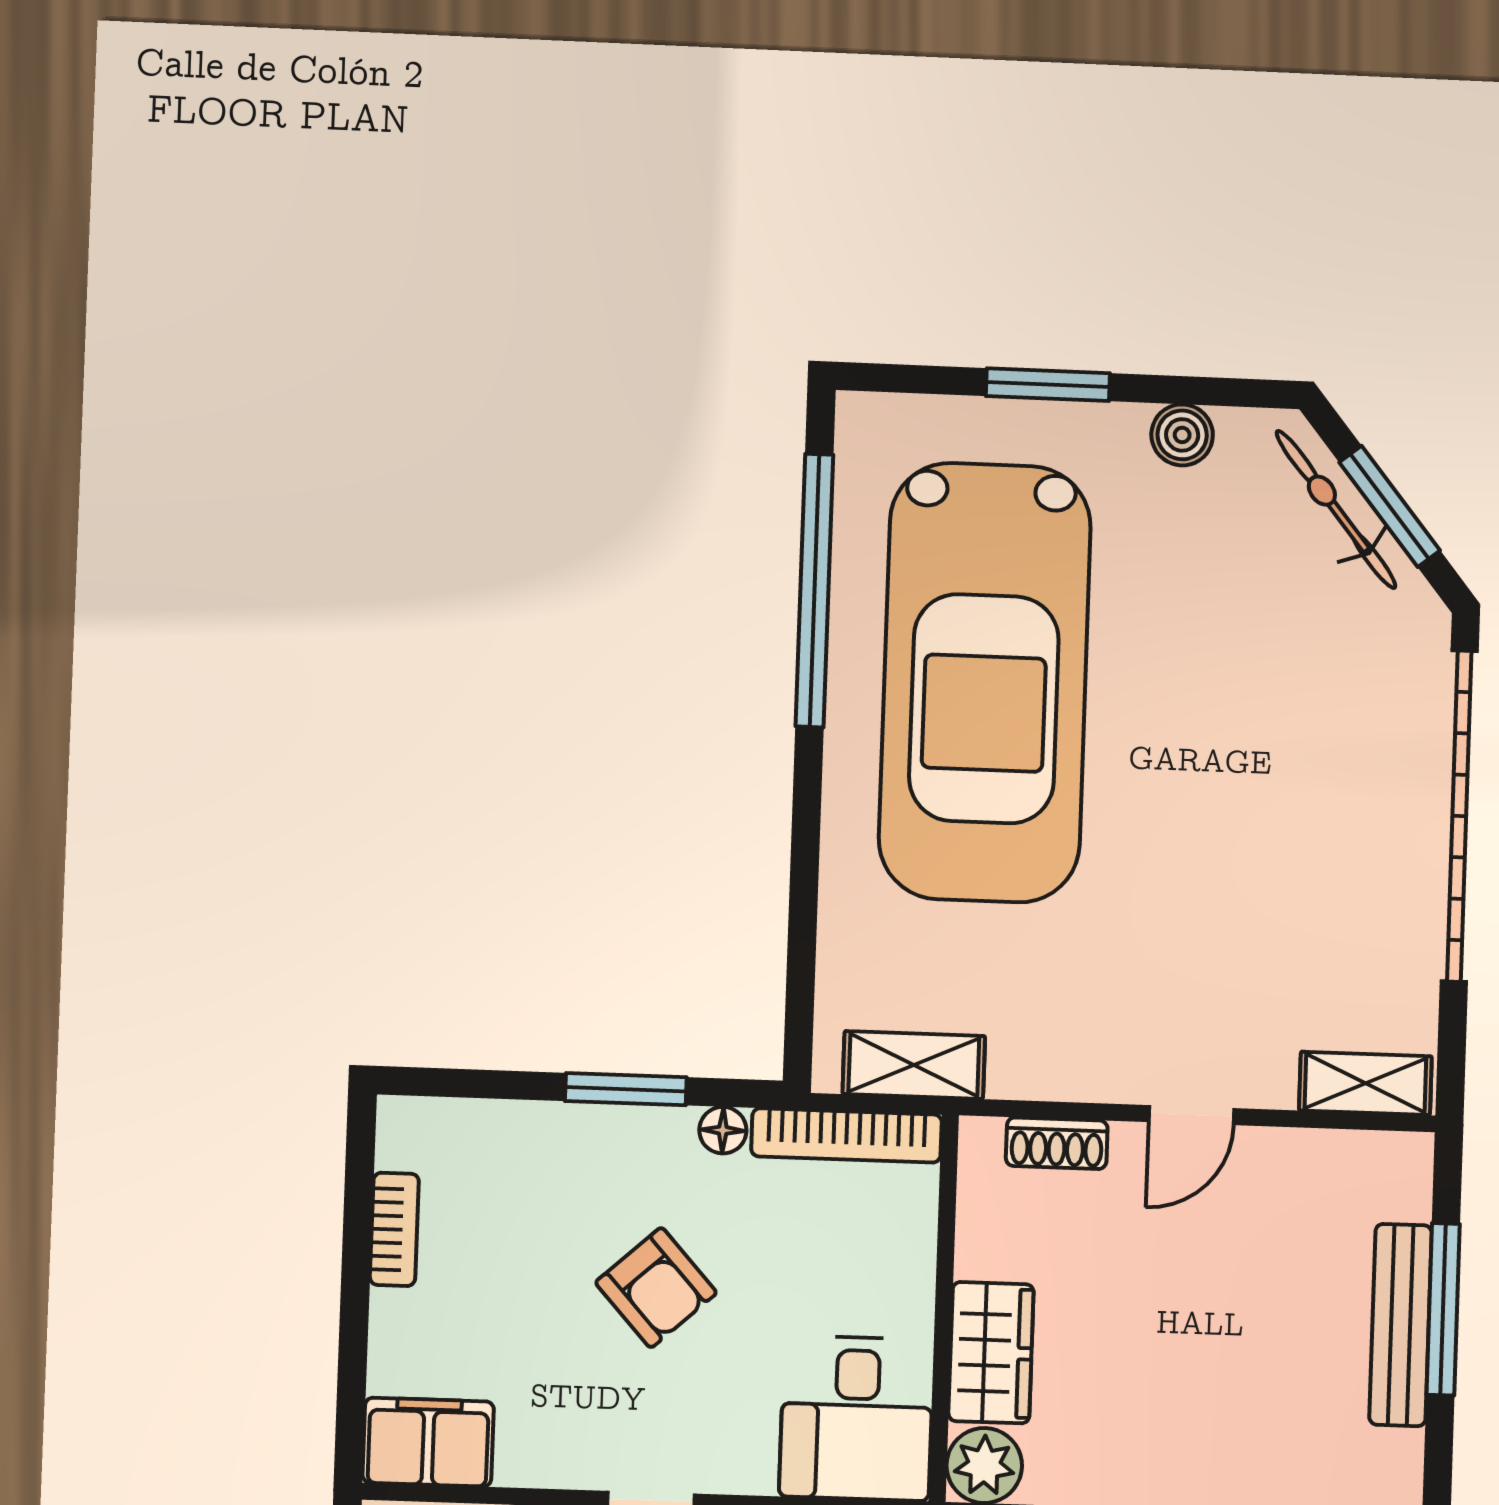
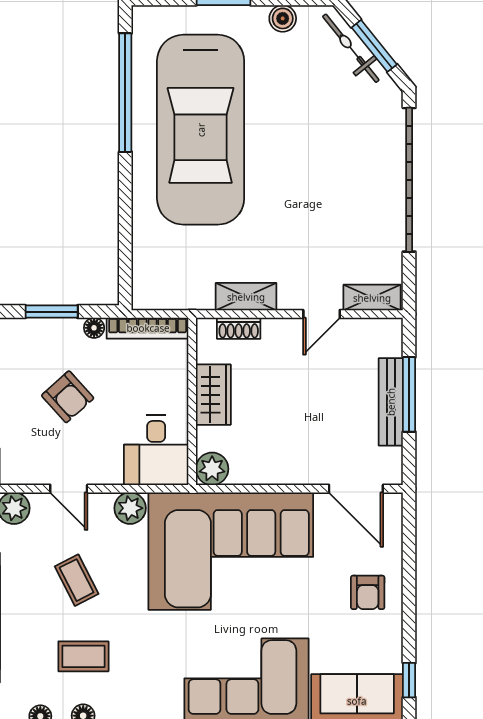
shelving: (914, 1065) -> (246, 297), moved
door: (1191, 1115) -> (322, 314), moved
wardrobe: (991, 1353) -> (213, 395), moved

